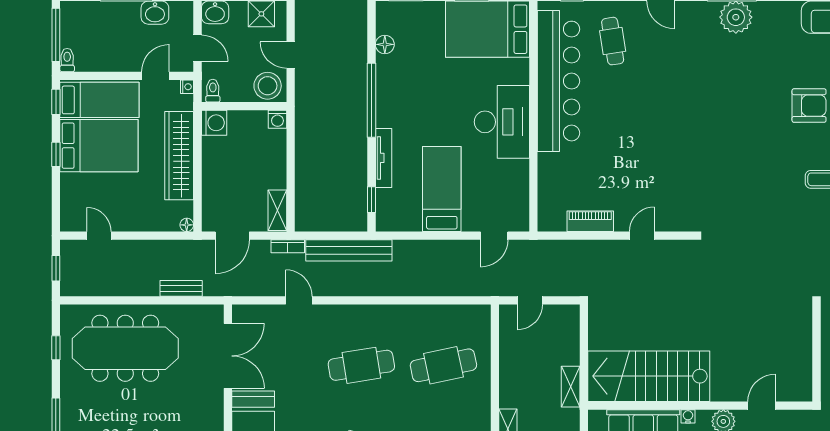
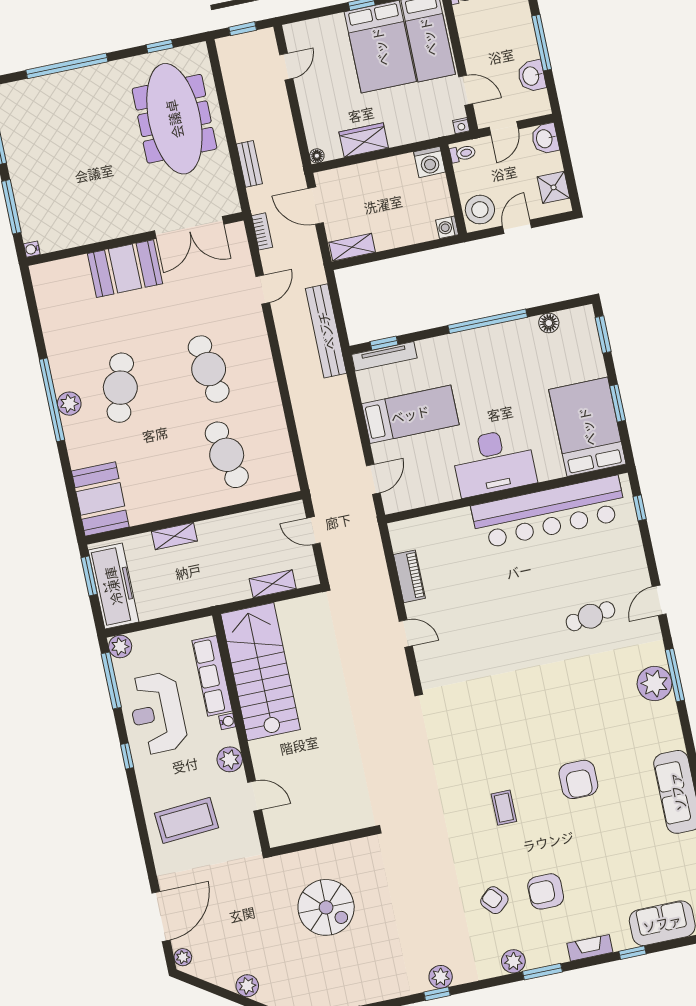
cafe table: (613, 41) -> (590, 616), moved
wardrobe: (179, 156) -> (364, 140), width x0.48, depth x0.85
tv unit: (384, 158) -> (384, 356), moved
door: (494, 236) -> (373, 479), swing flipped
bookcase: (288, 246) -> (262, 231), moved, turned 180
shelving: (571, 387) -> (273, 584), moved

